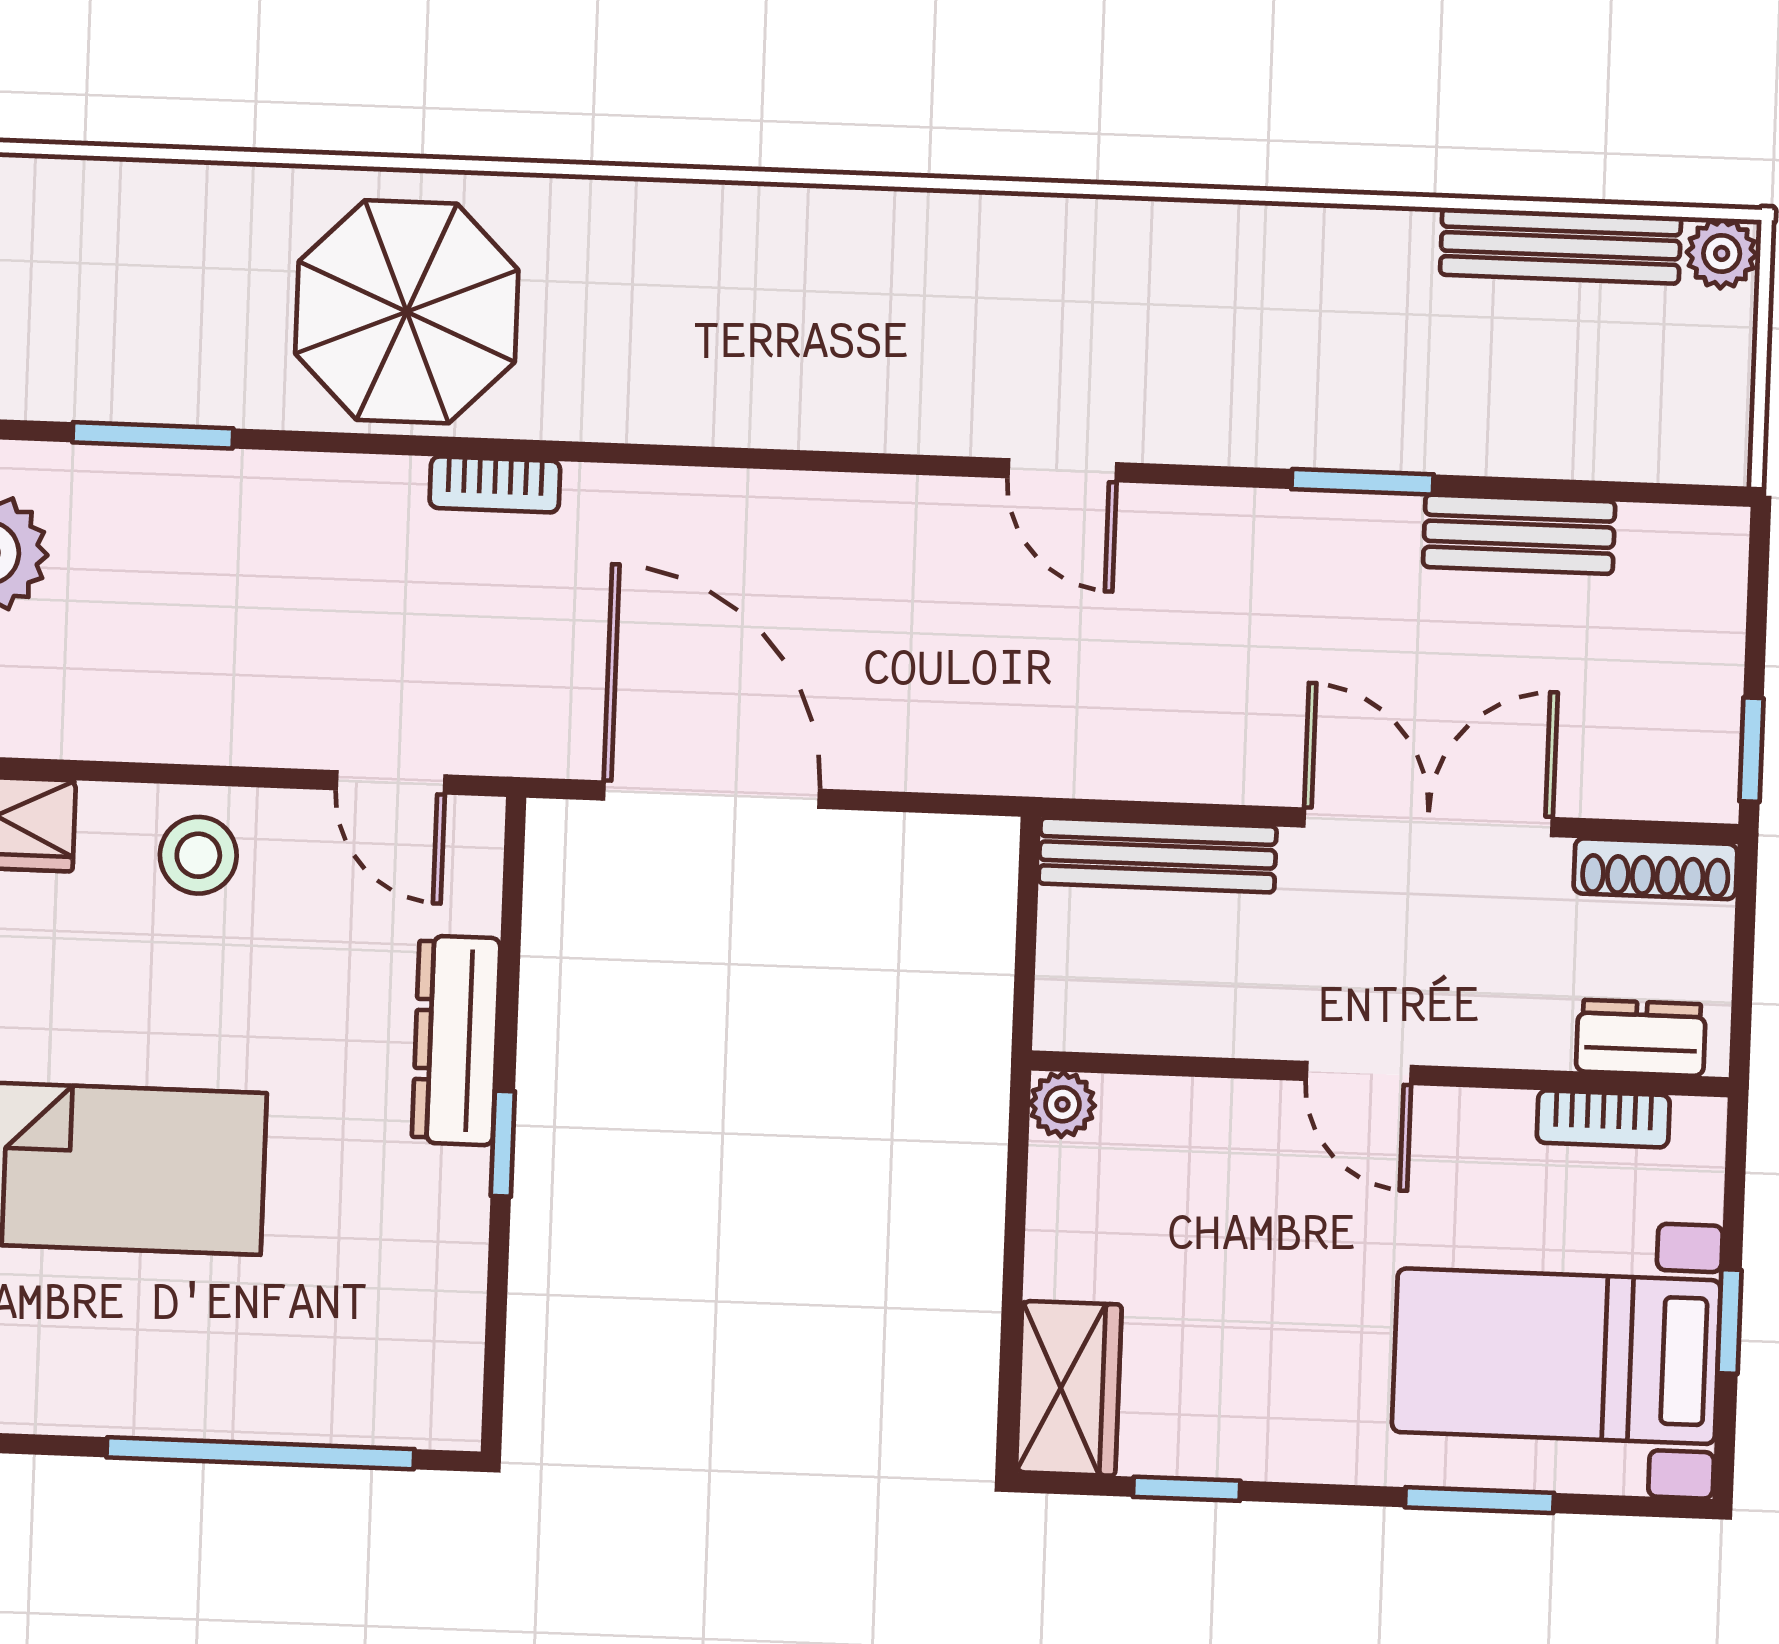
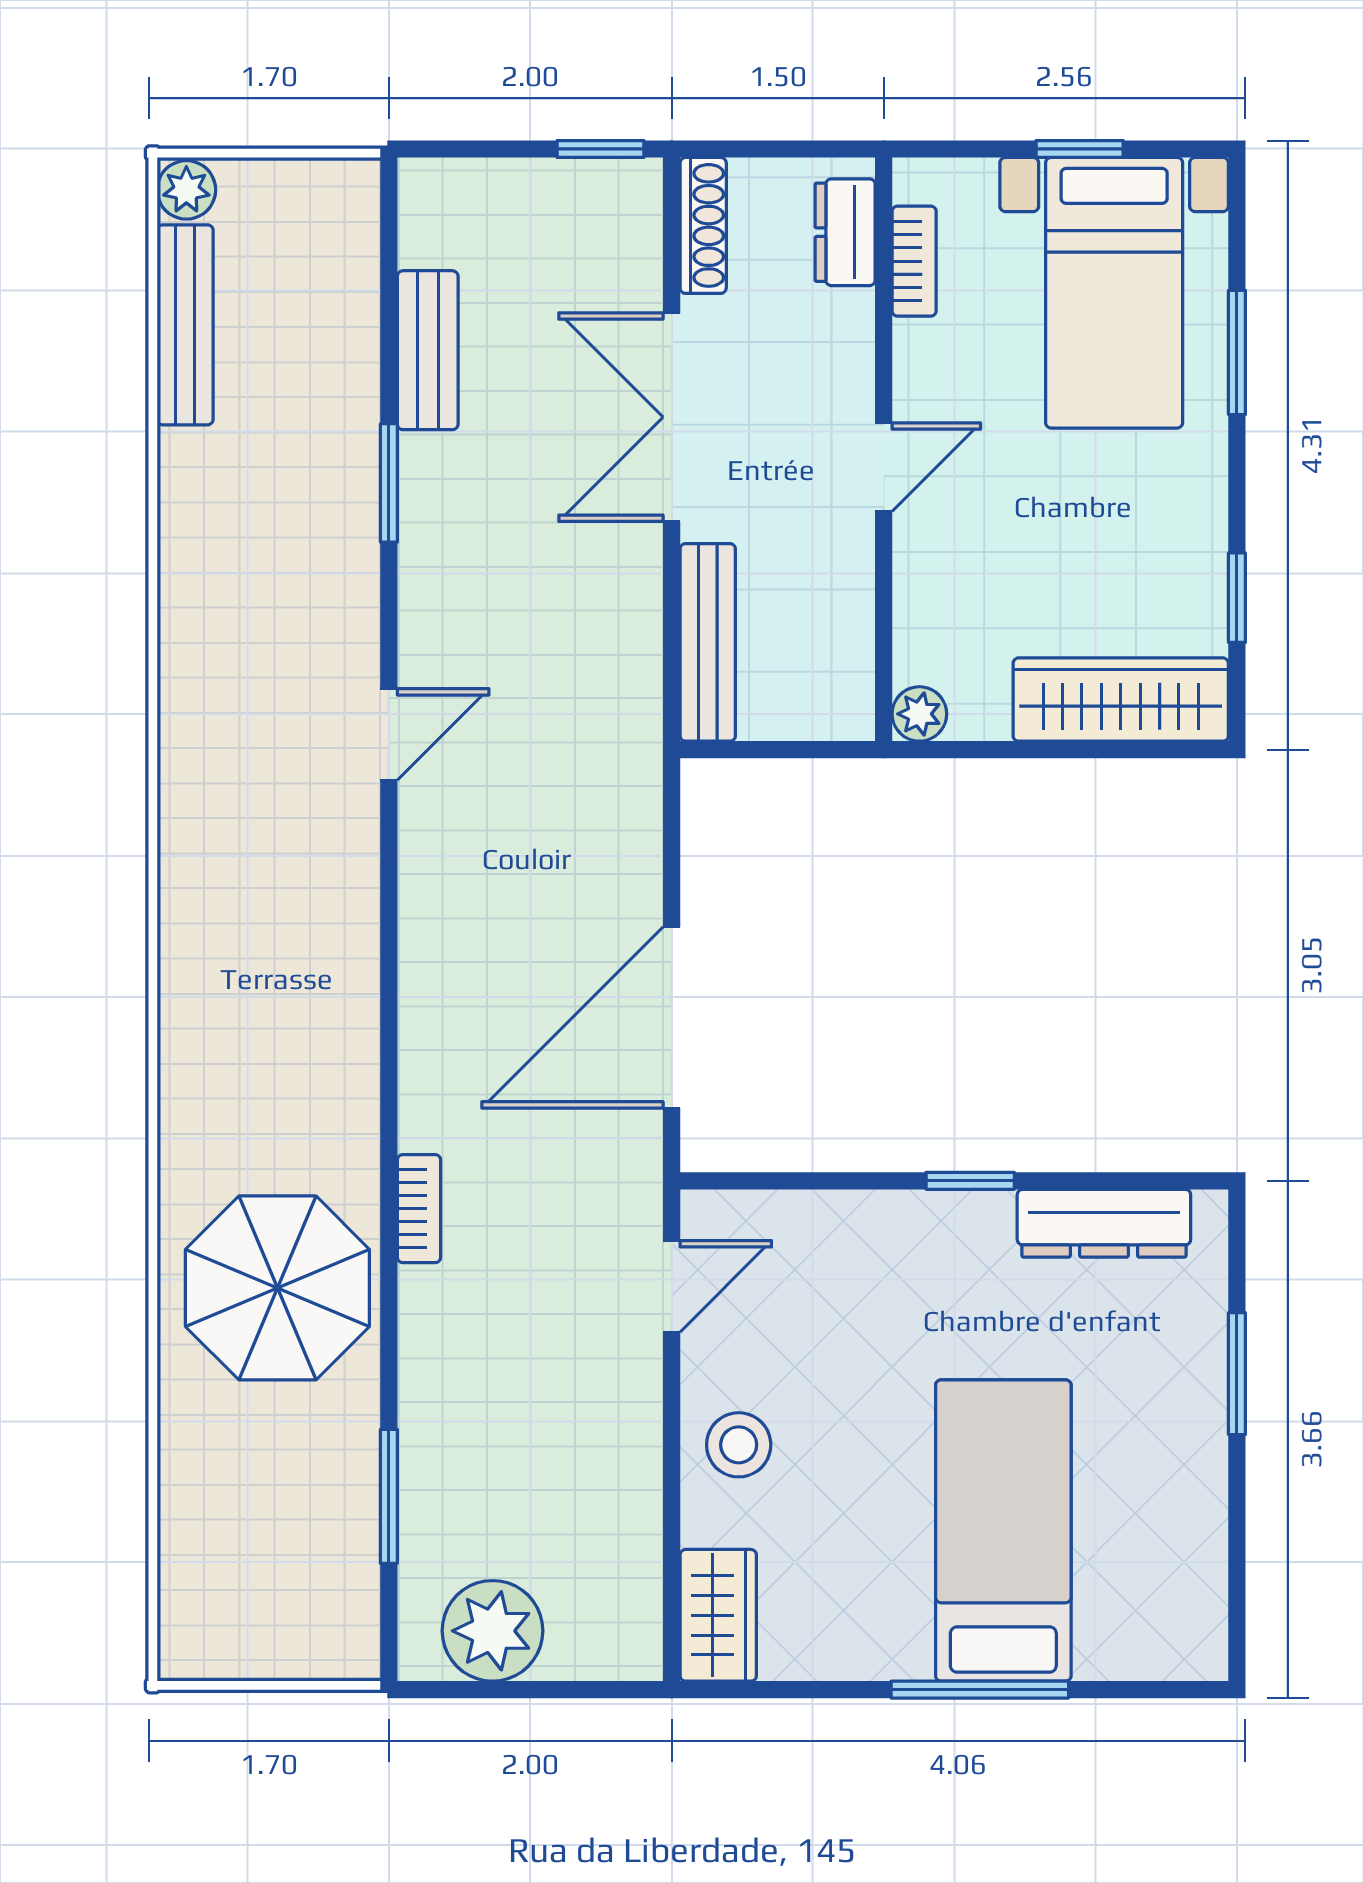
dresser: (456, 1040) -> (1104, 1223), moved
wardrobe: (1069, 1388) -> (1121, 700), width x1.50
window: (260, 1453) -> (1237, 1374), width x0.47

